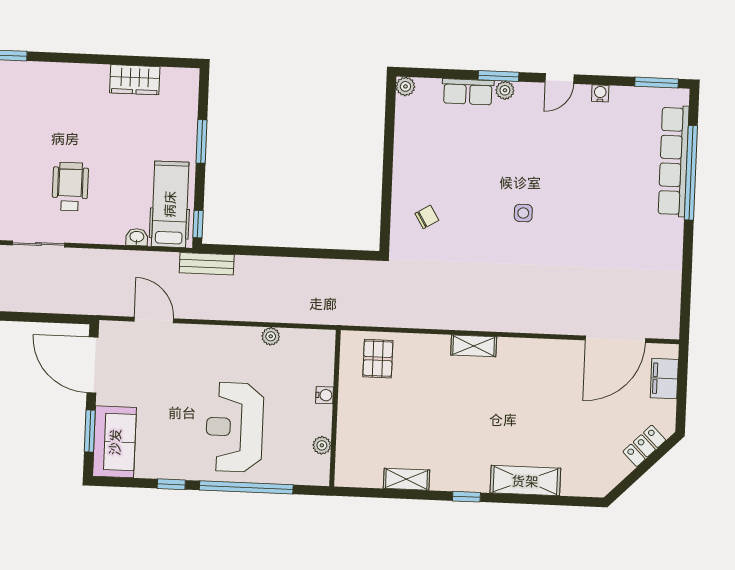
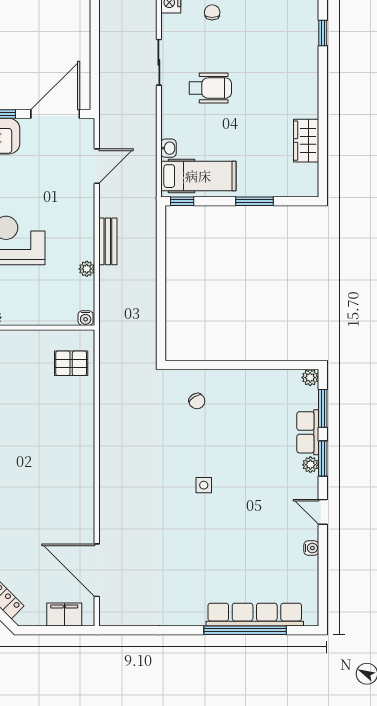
window: (657, 83) -> (323, 408), moved
bench: (207, 264) -> (108, 241), moved
shelving: (474, 346) -> (86, 447), removed
water cooler: (325, 395) -> (86, 318), moved

